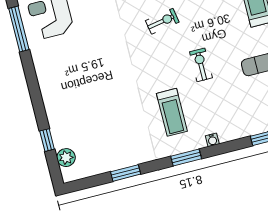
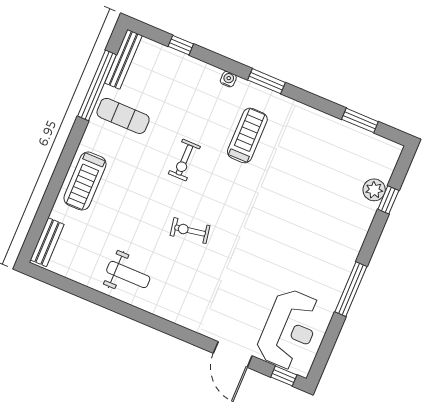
window: (19, 29) -> (351, 289), moved
plant: (66, 158) -> (374, 190), moved
window: (126, 173) -> (360, 120), moved

